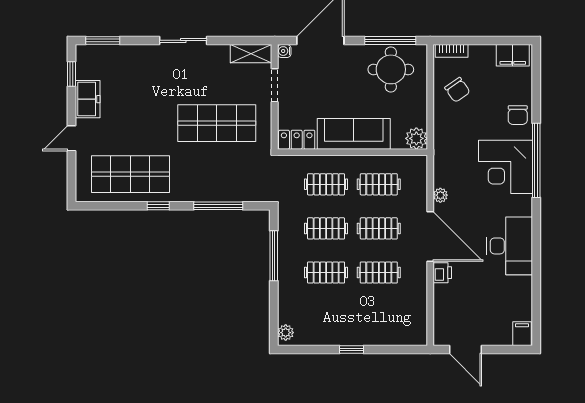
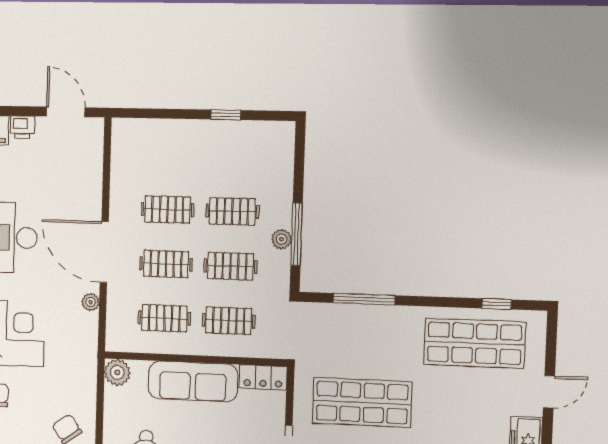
window: (158, 206) -> (497, 304), moved
printer: (442, 273) -> (23, 127), moved, turned -90
plant: (286, 333) -> (281, 239), moved
window: (352, 350) -> (226, 115), moved

